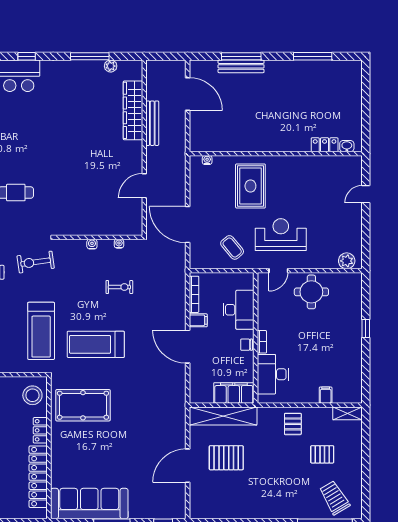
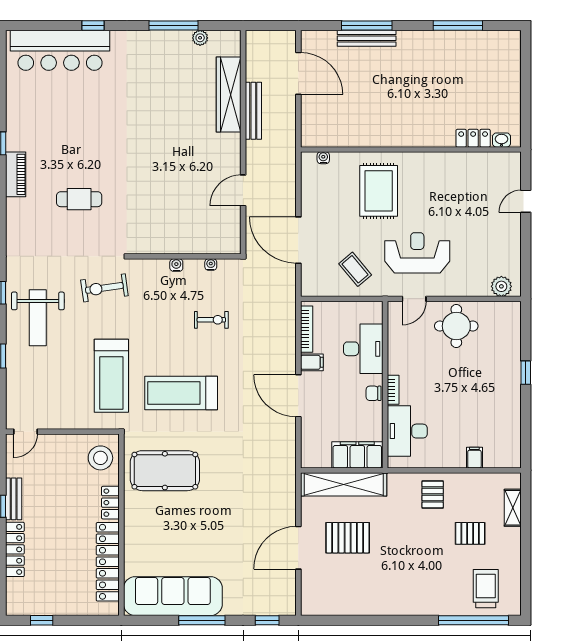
shelving: (348, 413) -> (513, 508), moved, turned 90
trolley: (334, 498) -> (486, 589), turned 31

